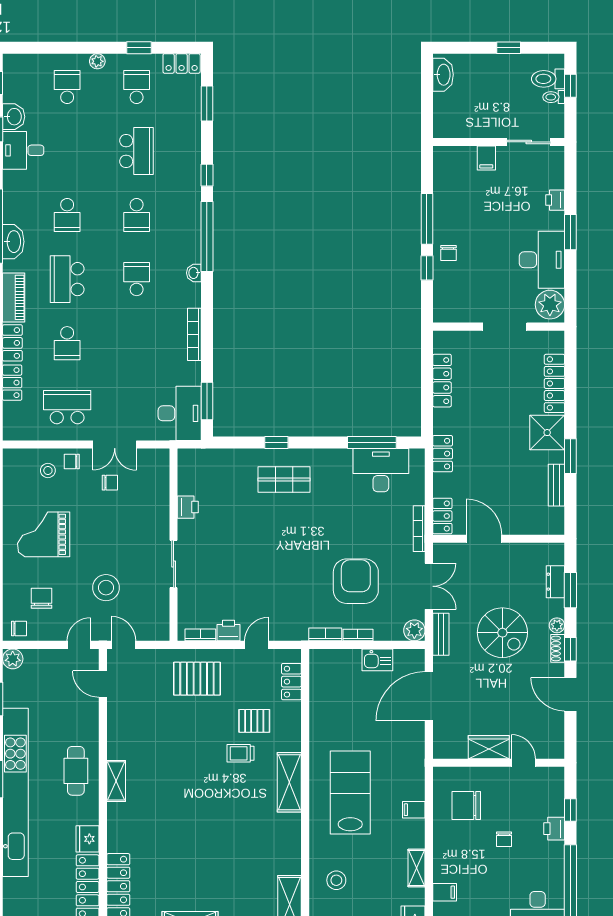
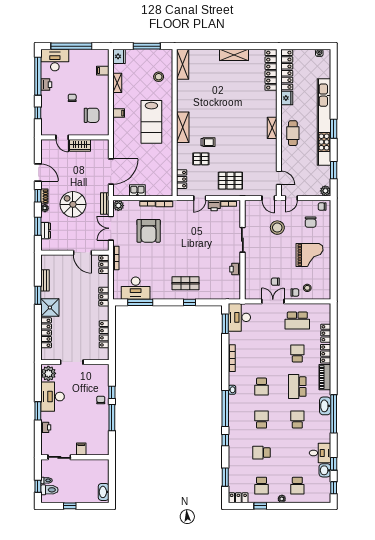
school desk: (137, 151) -> (262, 453), width x0.54
school desk: (67, 279) -> (297, 387), turned 180
printer: (554, 829) -> (46, 85), moved

